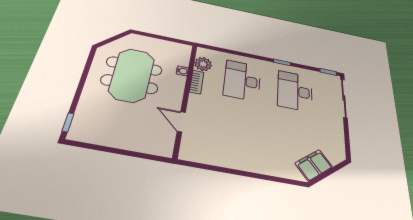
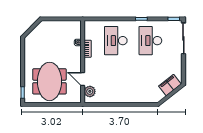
plant: (203, 64) -> (90, 91), moved
meeting table: (132, 75) -> (49, 81), moved
filing cabinet: (314, 165) -> (170, 85), moved

